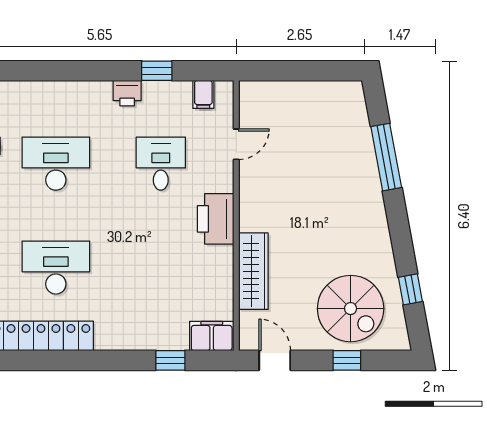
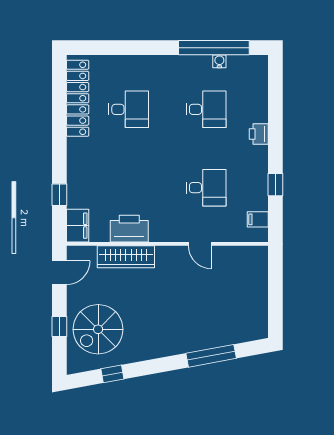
printer: (127, 93) -> (259, 134), moved
door: (236, 144) -> (200, 244), moved
desk: (56, 164) -> (206, 109), width x0.73
printer: (216, 219) -> (129, 229), moved
desk: (56, 268) -> (129, 109), width x0.73

